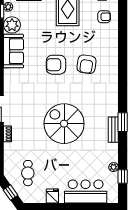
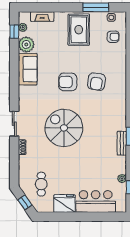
spiral stairs: (64, 124) -> (64, 128), moved
fridge: (52, 196) -> (64, 204), width x1.88, depth x1.34

